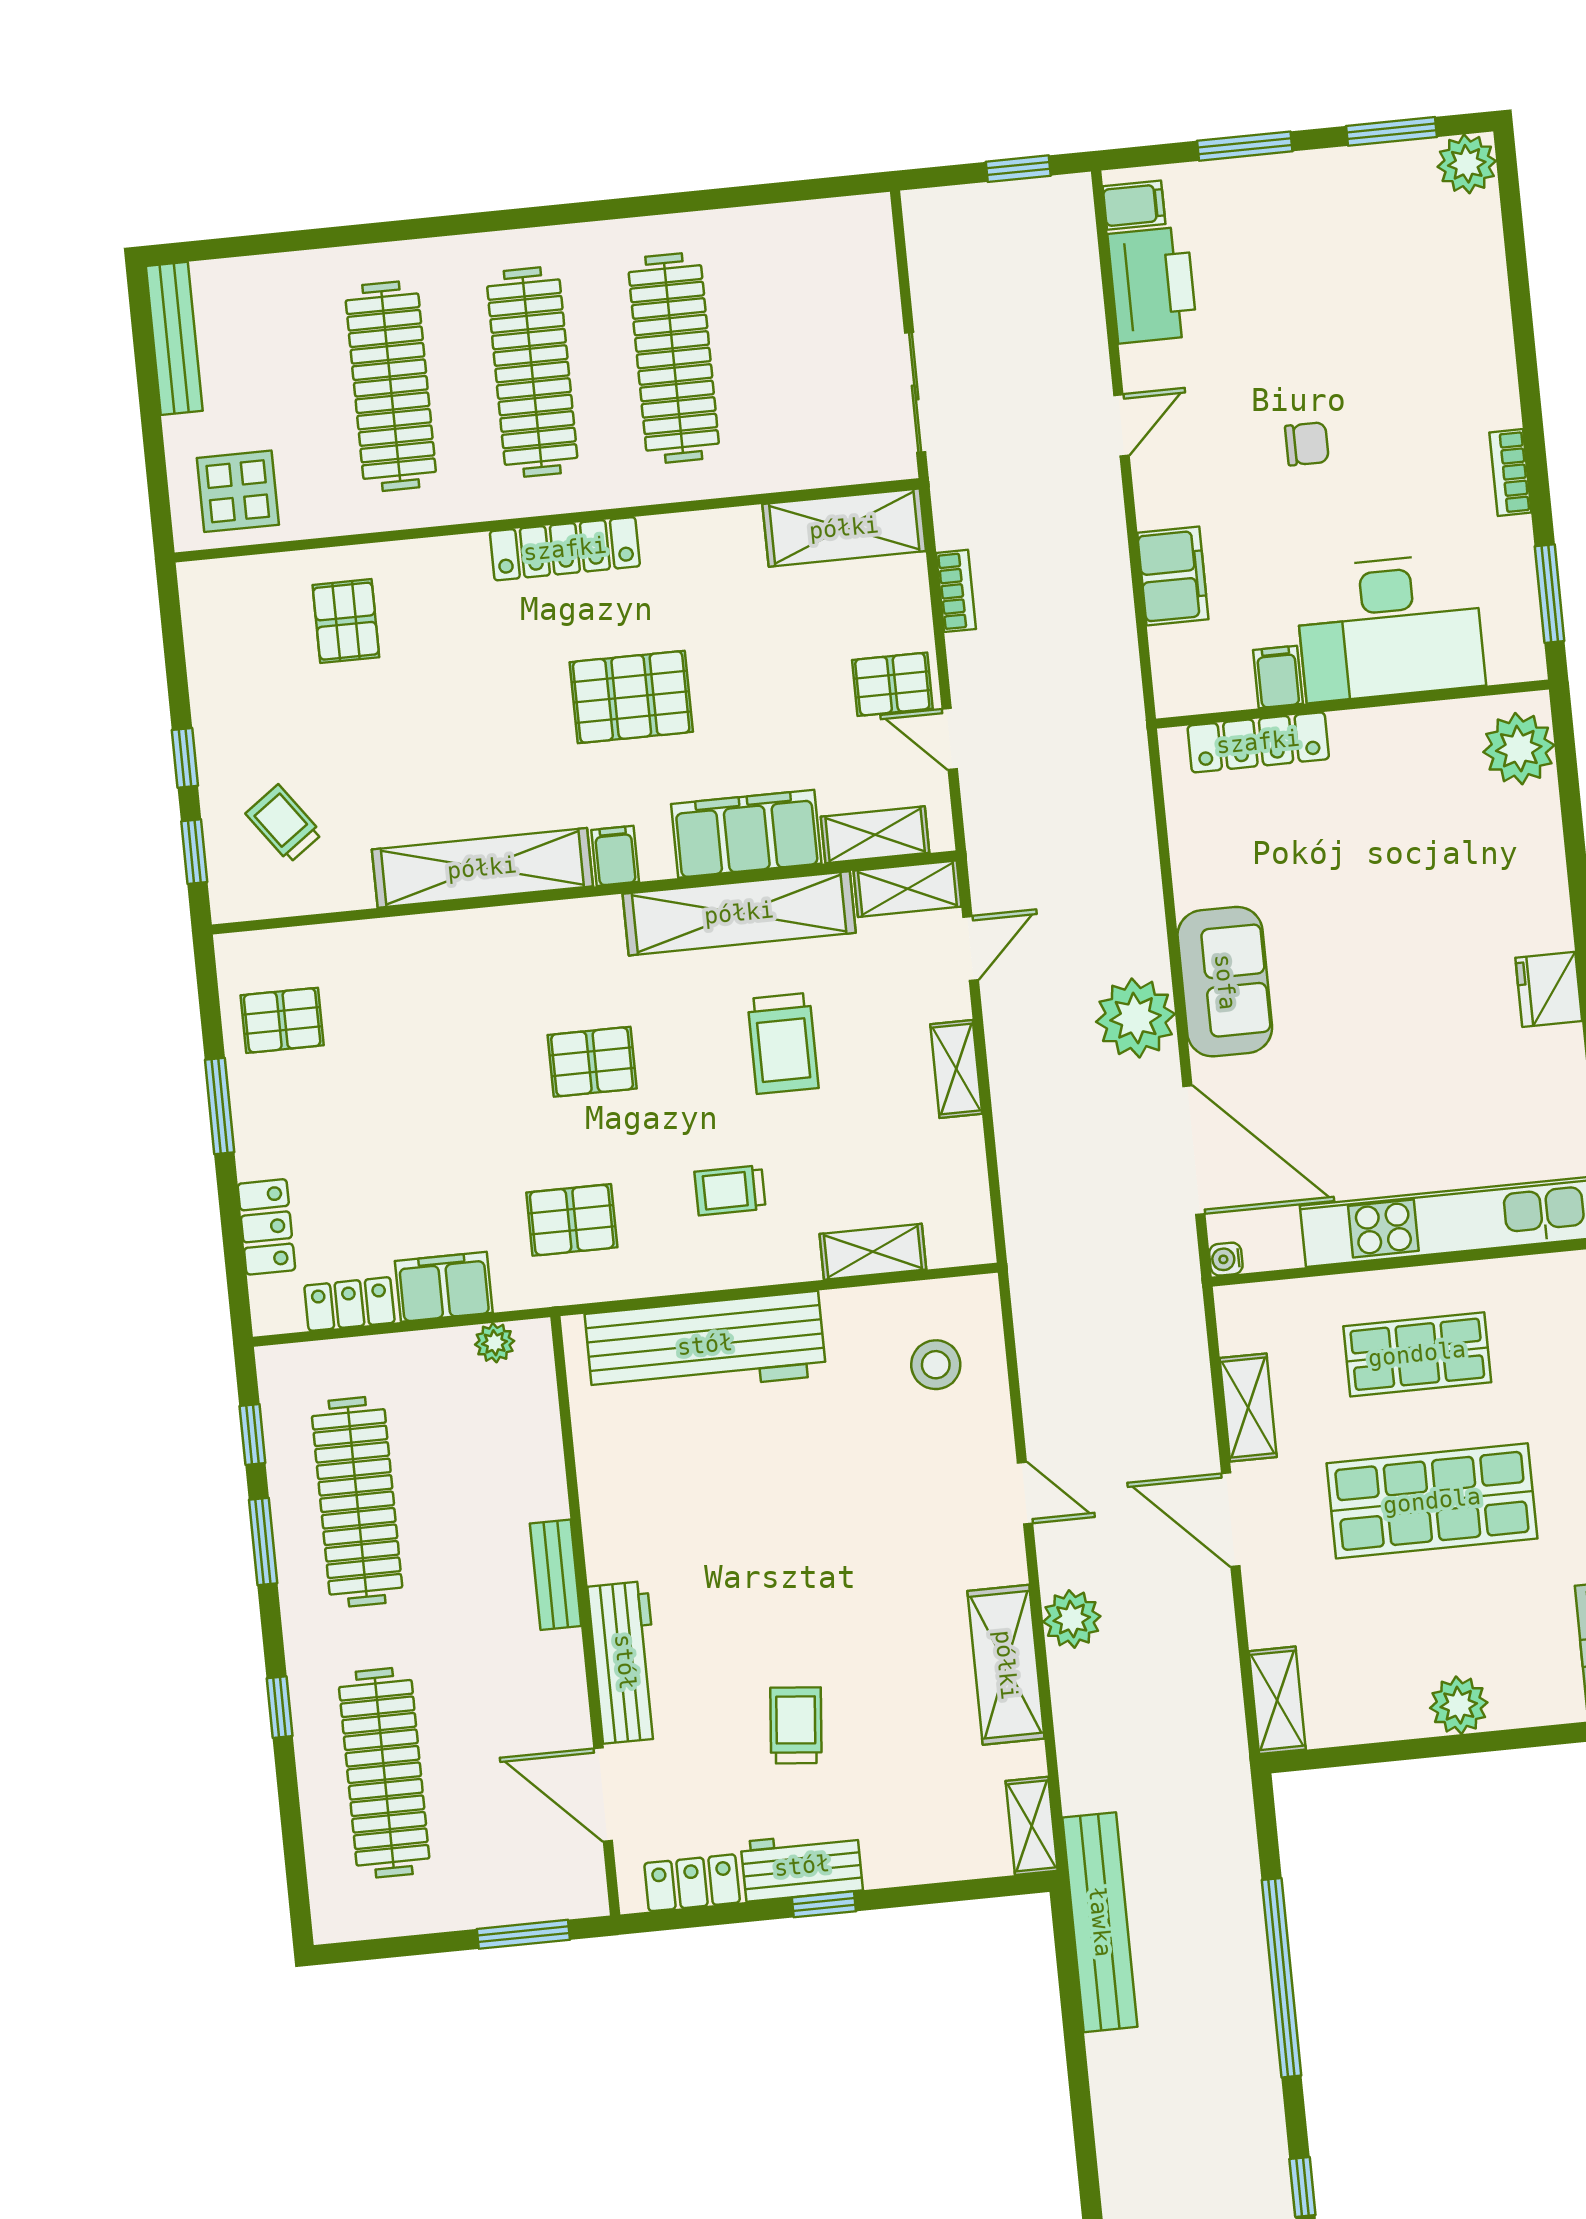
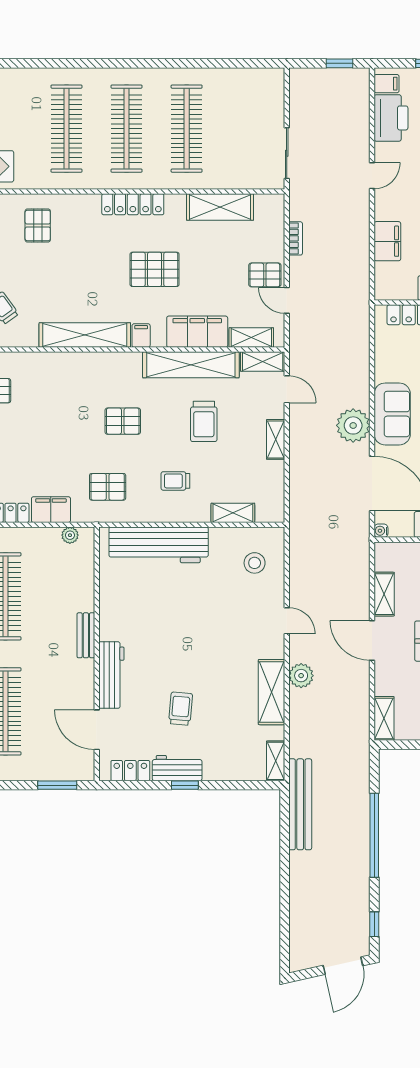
shelving: (844, 528) -> (220, 207), moved
door: (971, 948) -> (287, 389), hinge flipped

